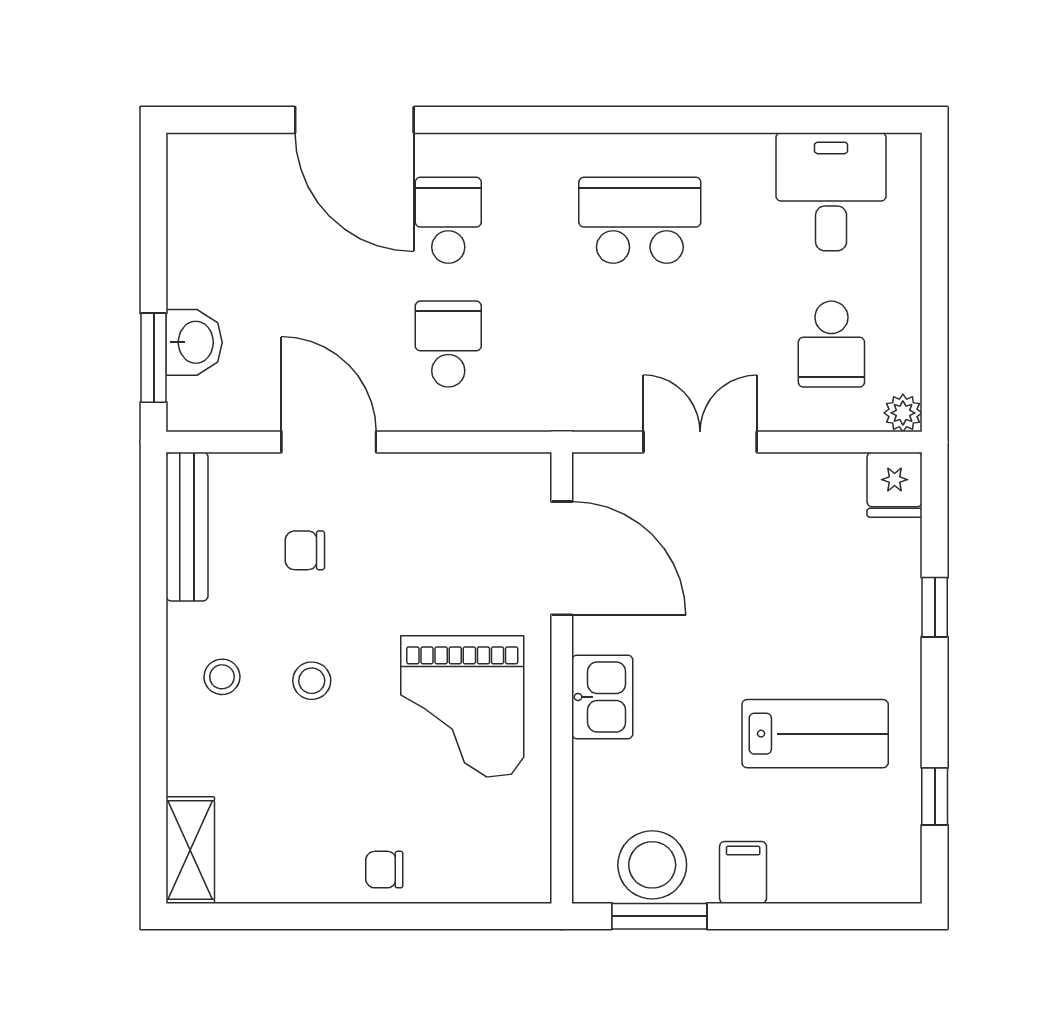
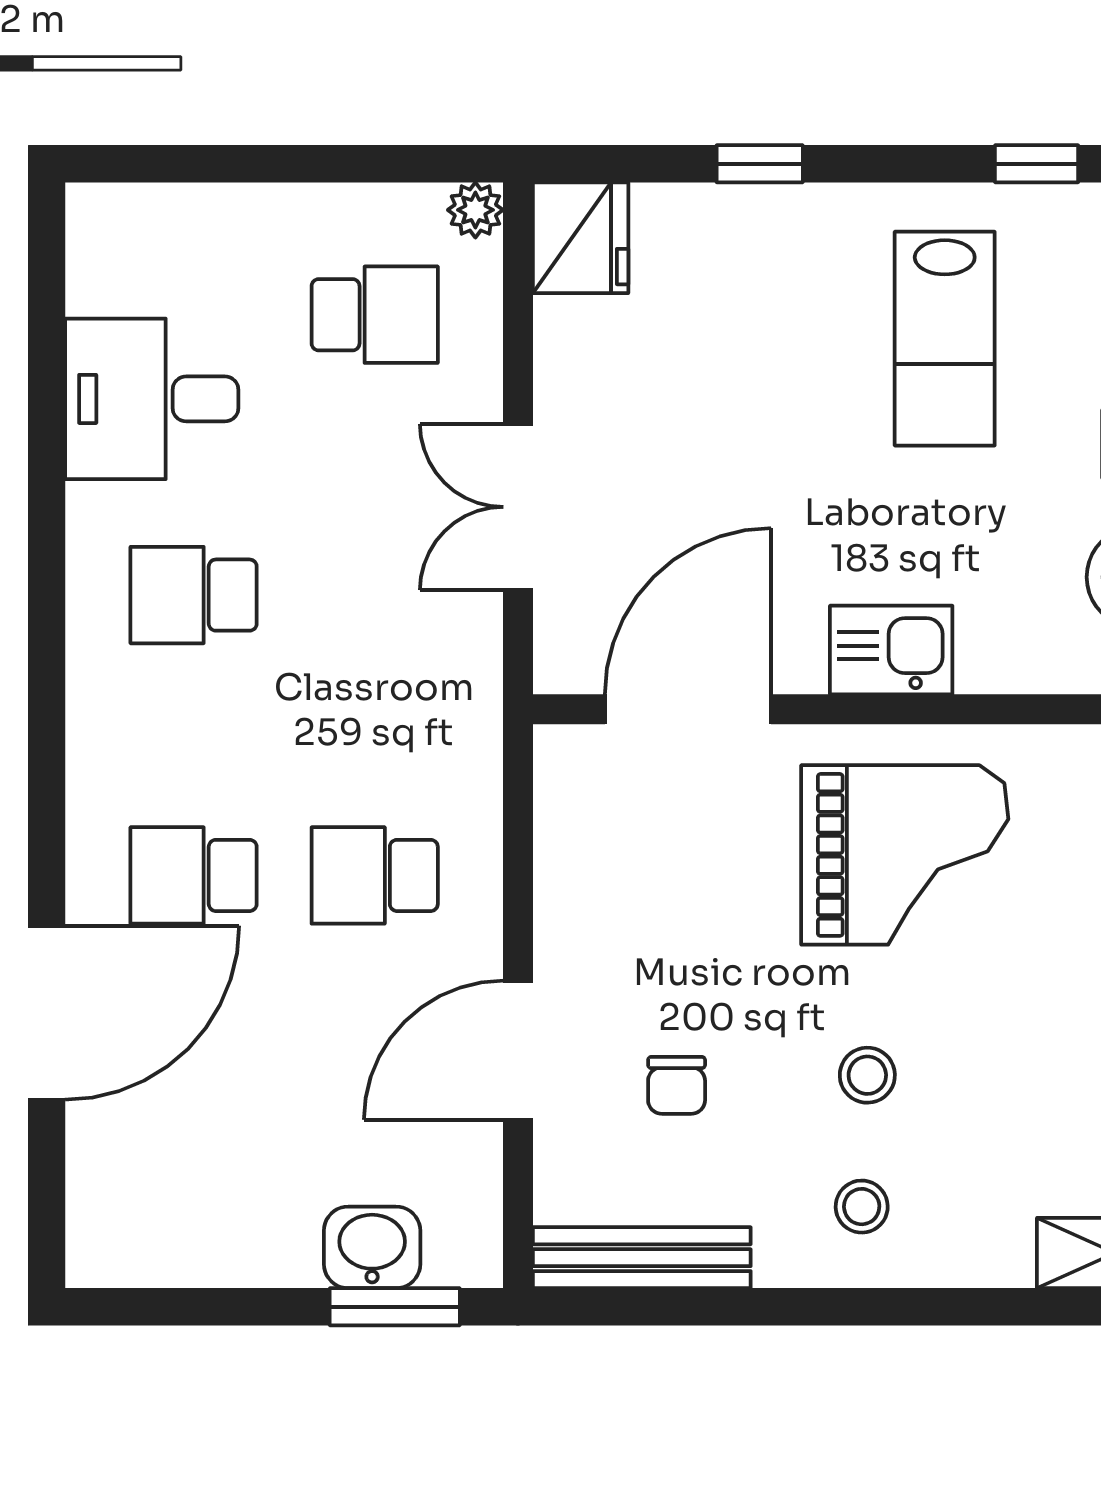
desk: (831, 192) -> (152, 399), moved
school desk: (640, 220) -> (194, 595), width x0.54
fridge: (895, 485) -> (581, 238), width x1.38
lab bench: (815, 734) -> (945, 339), turned 180

